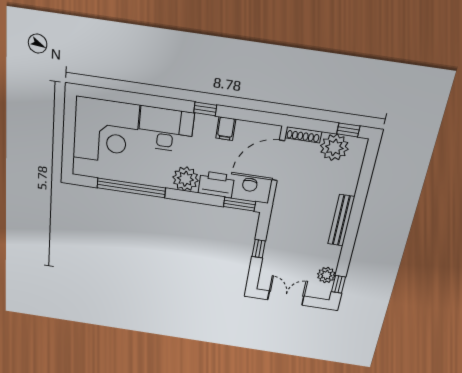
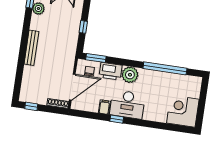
desk: (166, 129) -> (127, 104), moved
corner desk: (106, 131) -> (183, 111), width x0.74, depth x0.74
plant: (334, 147) -> (39, 96), removed

